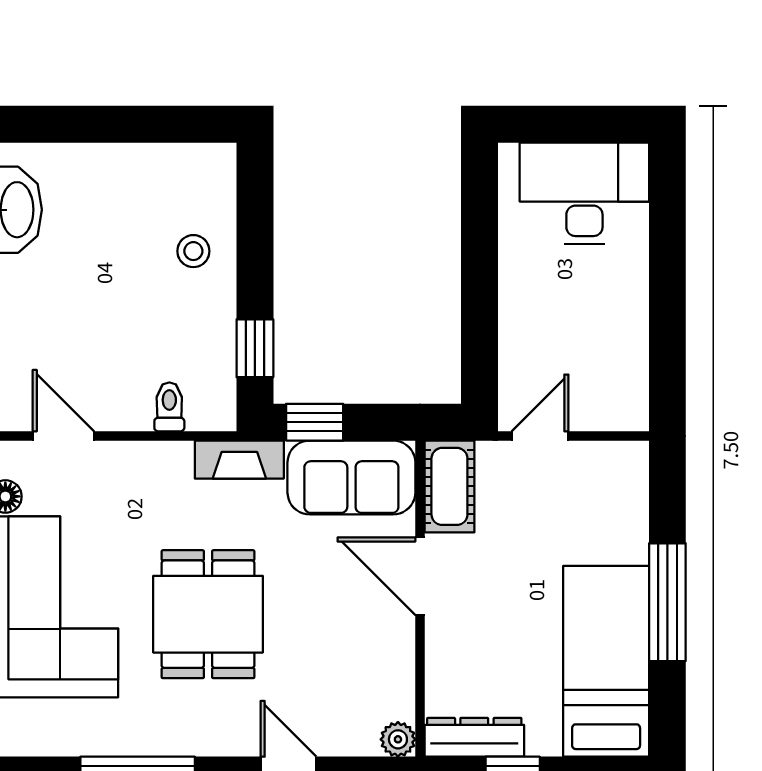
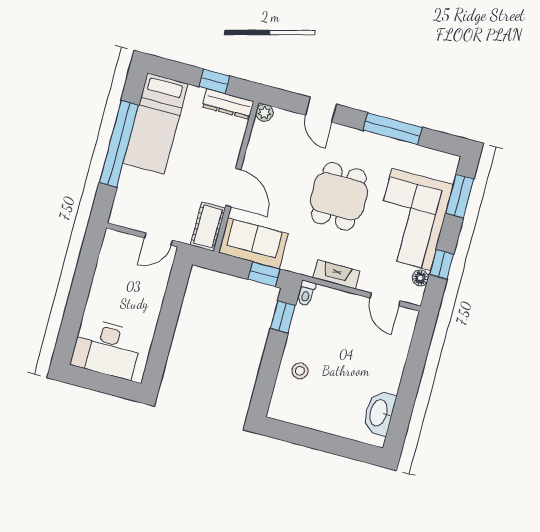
toilet: (169, 407) -> (306, 293), moved
fireplace: (239, 460) -> (336, 274), moved
window: (667, 602) -> (119, 144), width x1.46

